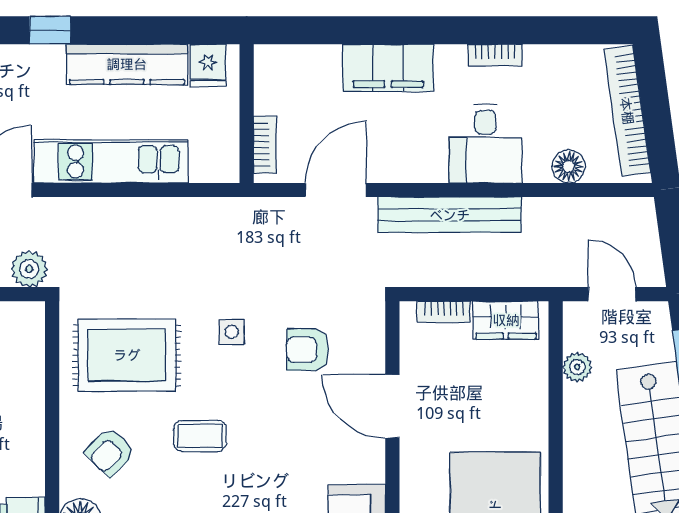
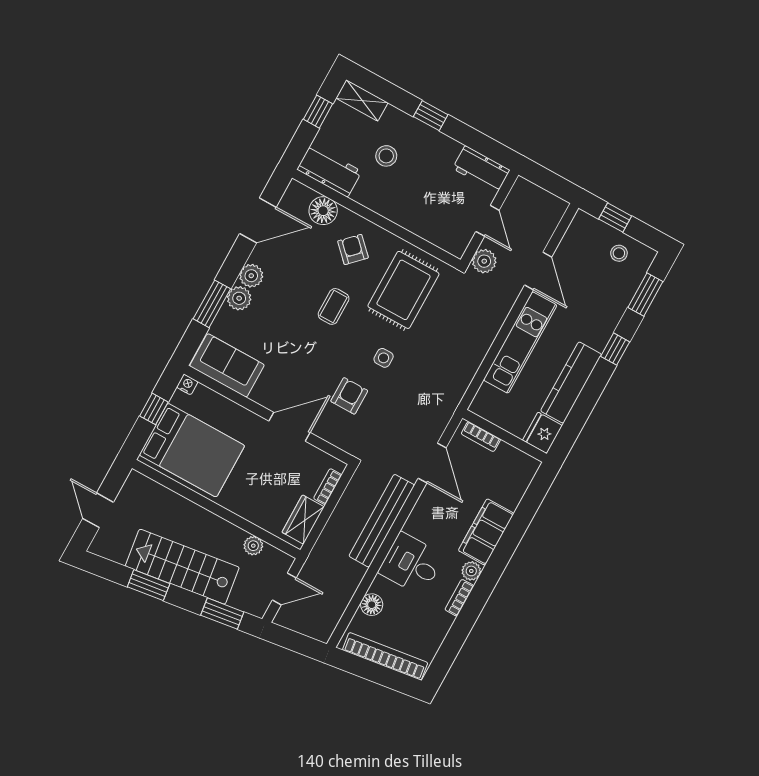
plant: (451, 59) -> (471, 571), added
fridge: (208, 65) -> (542, 433), width x1.38

